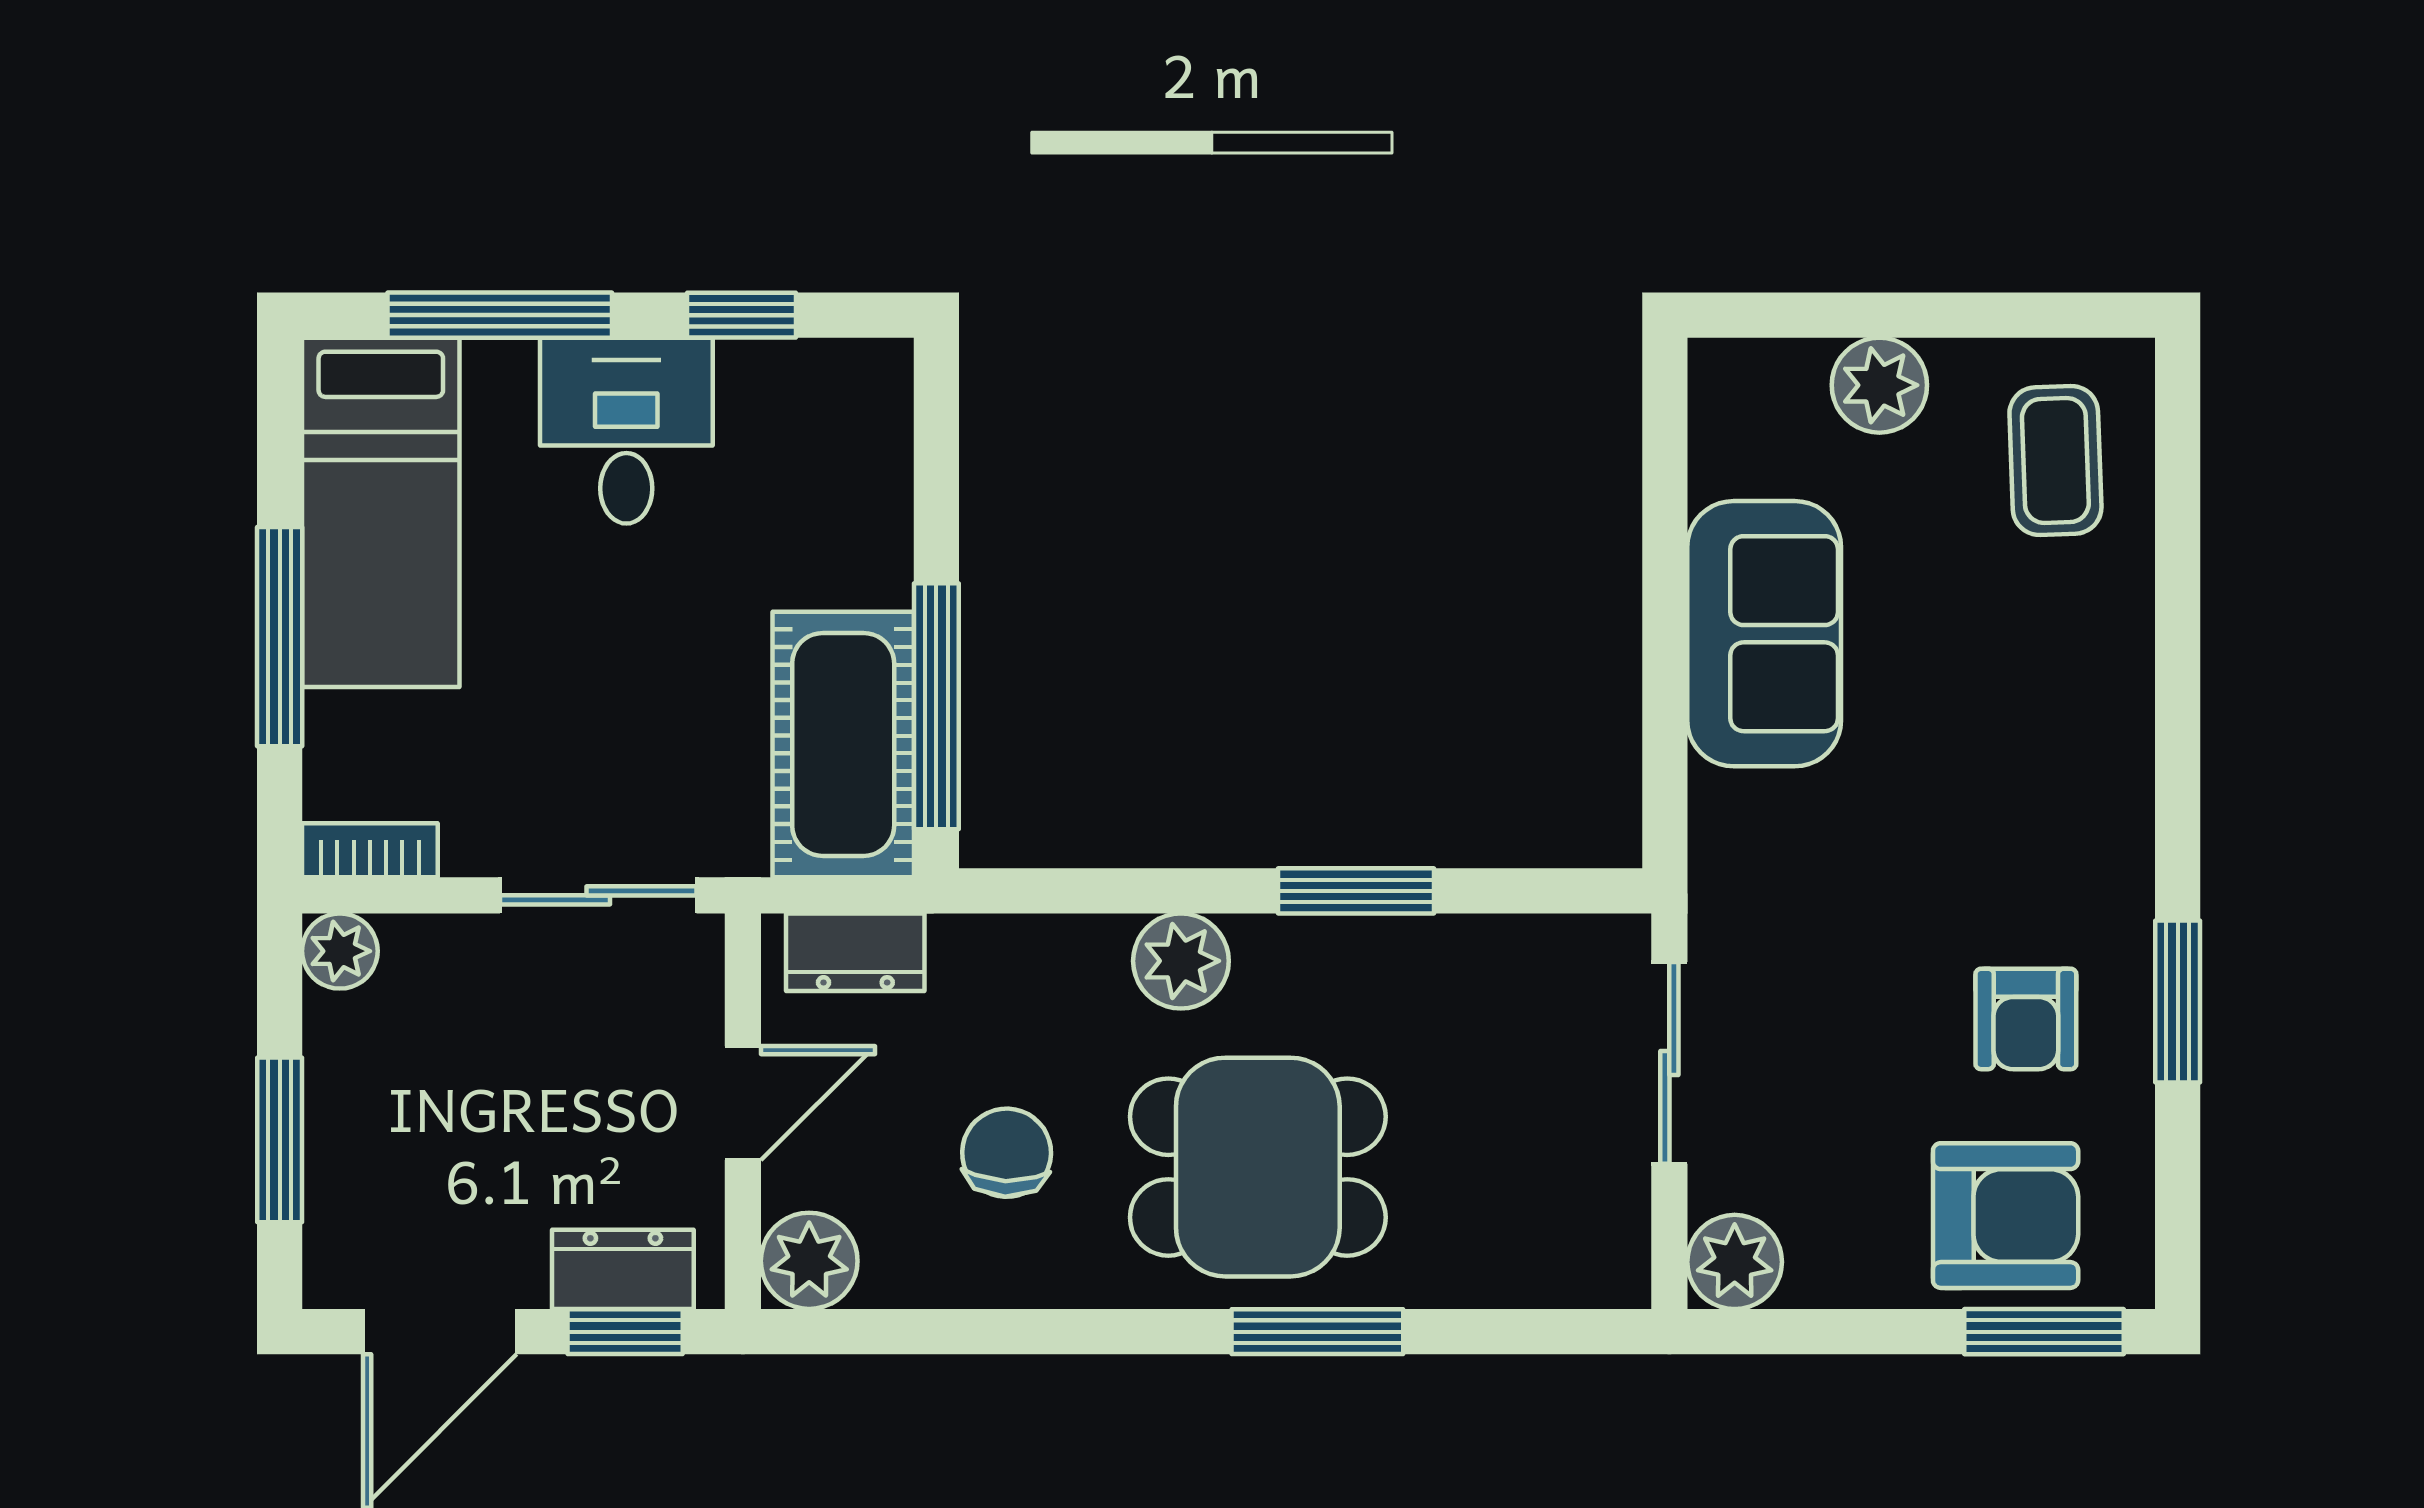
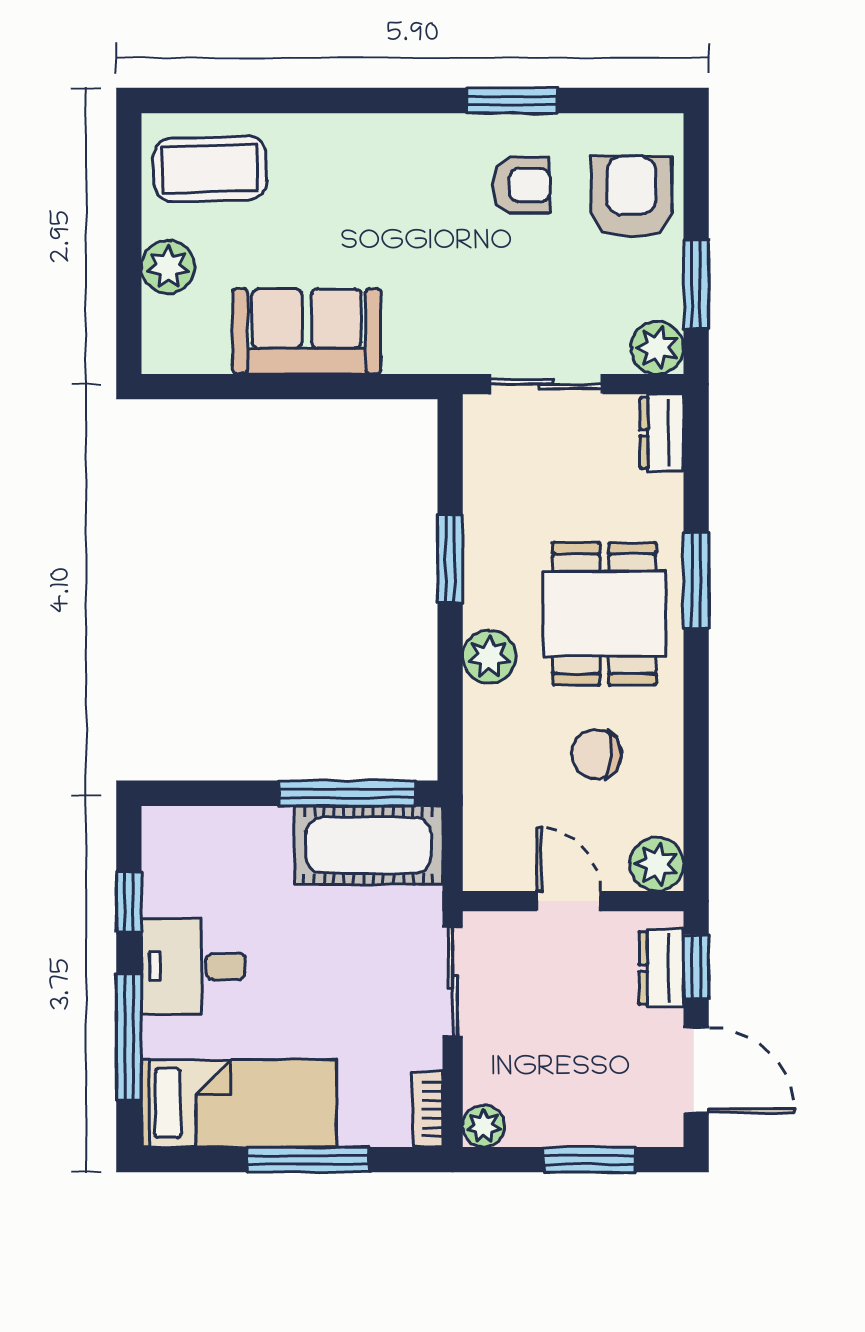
coffee table: (2055, 460) -> (210, 169), width x1.36, depth x1.30
dresser: (855, 952) -> (662, 433), moved, turned 180
window: (2044, 1332) -> (696, 285), moved

